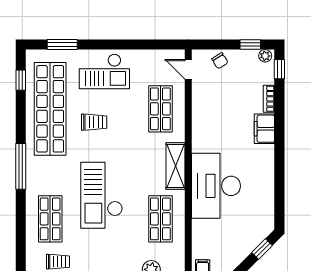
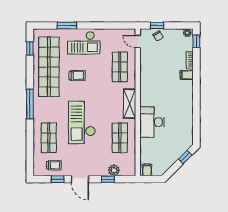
window: (62, 45) -> (67, 25), moved
window: (250, 45) -> (157, 25), moved
filing cabinet: (264, 129) -> (187, 75), width x0.50
desk: (216, 186) -> (152, 122), width x0.73, depth x0.77

